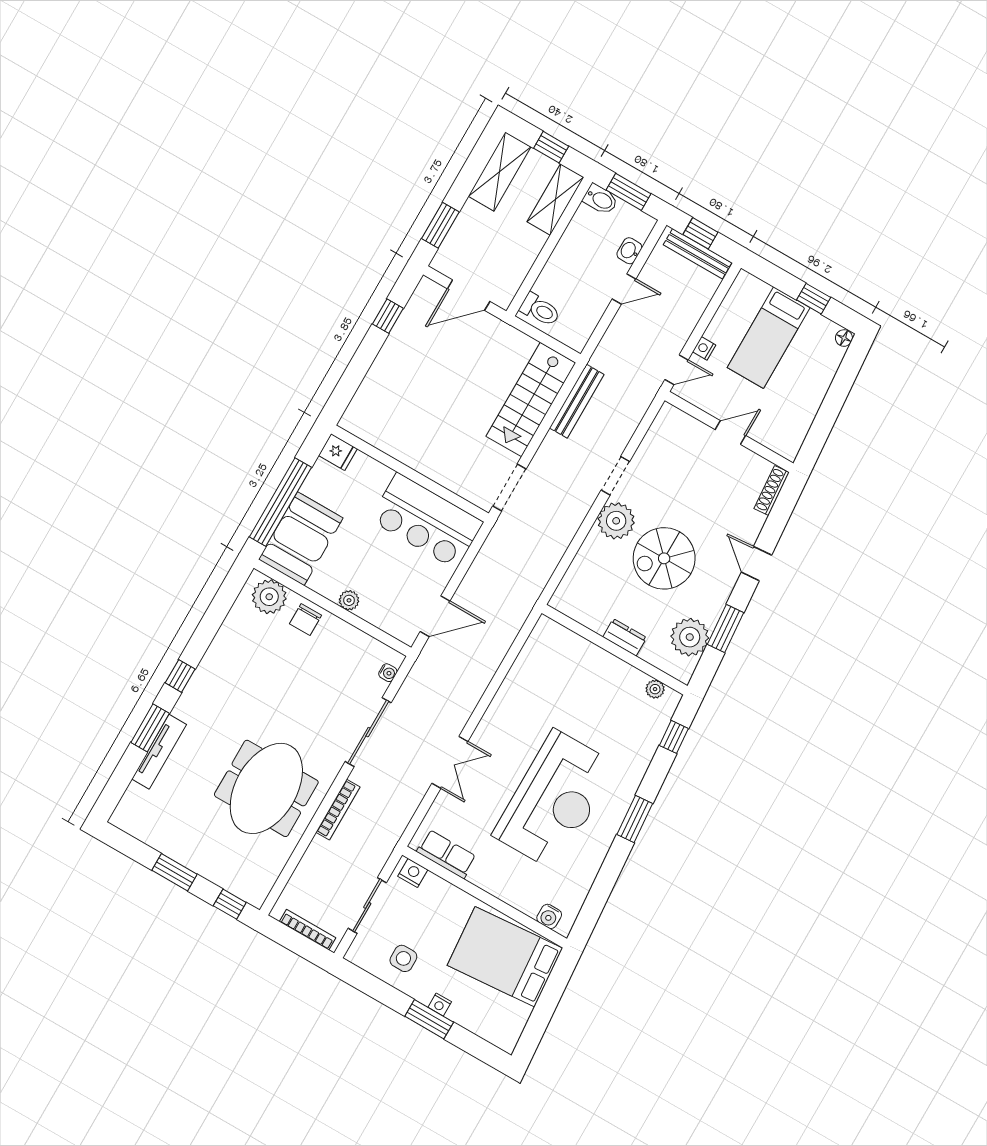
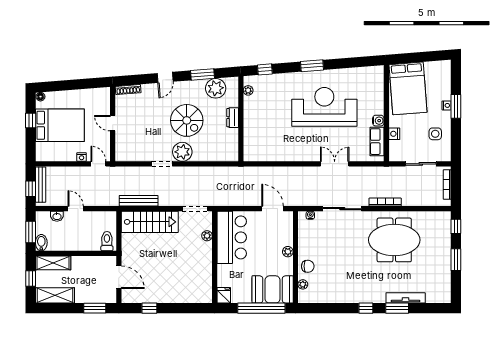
bed: (769, 338) -> (60, 125), width x1.50
plant: (453, 481) -> (207, 236), added
plant: (269, 597) -> (303, 284), width x0.53, depth x0.53
nightstand: (413, 873) -> (394, 134), moved
water cooler: (549, 916) -> (378, 121), moved

